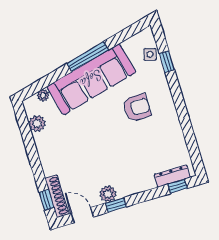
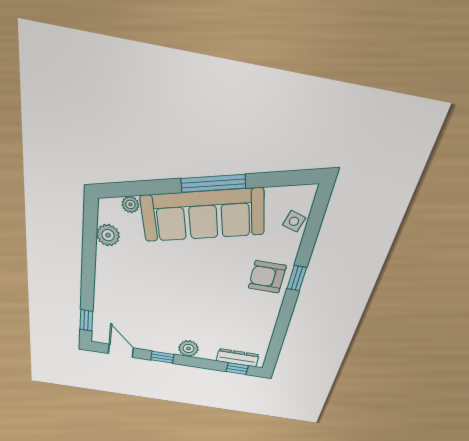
window: (167, 62) -> (297, 278), moved
armchair: (137, 108) -> (267, 277), moved, turned 180
plant: (108, 194) -> (189, 349), moved
shoe rack: (57, 196) -> (100, 322), removed

